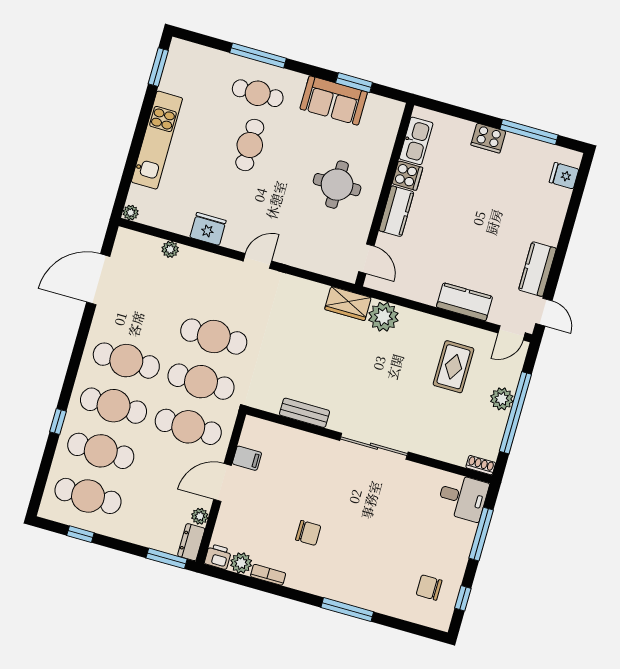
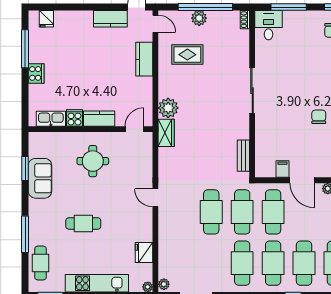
cafe table: (258, 93) -> (41, 263), moved
fridge: (208, 229) -> (144, 253), moved
plant: (170, 249) -> (164, 284), moved
bench: (305, 413) -> (243, 156), moved

